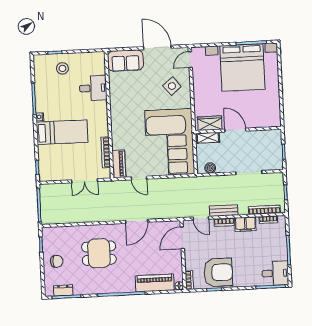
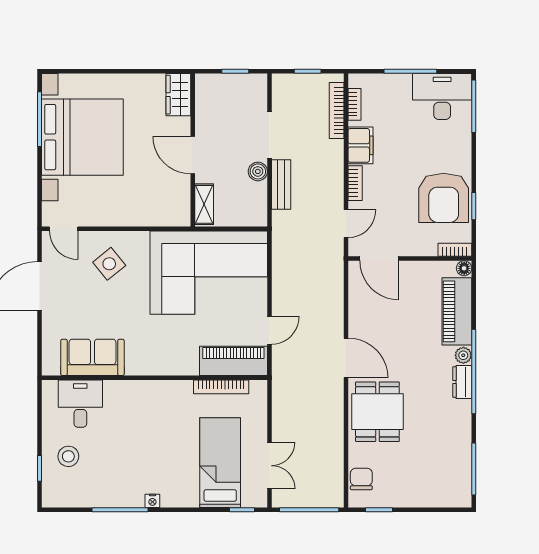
sofa: (125, 61) -> (92, 357), moved, turned -90
desk: (93, 88) -> (80, 404), moved
wardrobe: (210, 123) -> (178, 95), moved
door: (235, 130) -> (193, 155), hinge flipped
bed: (62, 132) -> (220, 463), moved
piano: (119, 164) -> (233, 361), width x1.37, depth x1.33
boiler: (210, 168) -> (258, 171), moved
double door: (84, 181) -> (269, 466), moved
bench: (224, 211) -> (281, 184), moved
door: (137, 221) -> (346, 358), moved
dining table: (99, 253) -> (377, 412), moved
chair: (57, 261) -> (361, 479), moved
armchair: (218, 272) -> (444, 198), turned 180
desk: (275, 273) -> (442, 97), width x1.37
plant: (130, 288) -> (463, 355), added
dresser: (63, 290) -> (462, 382), moved

